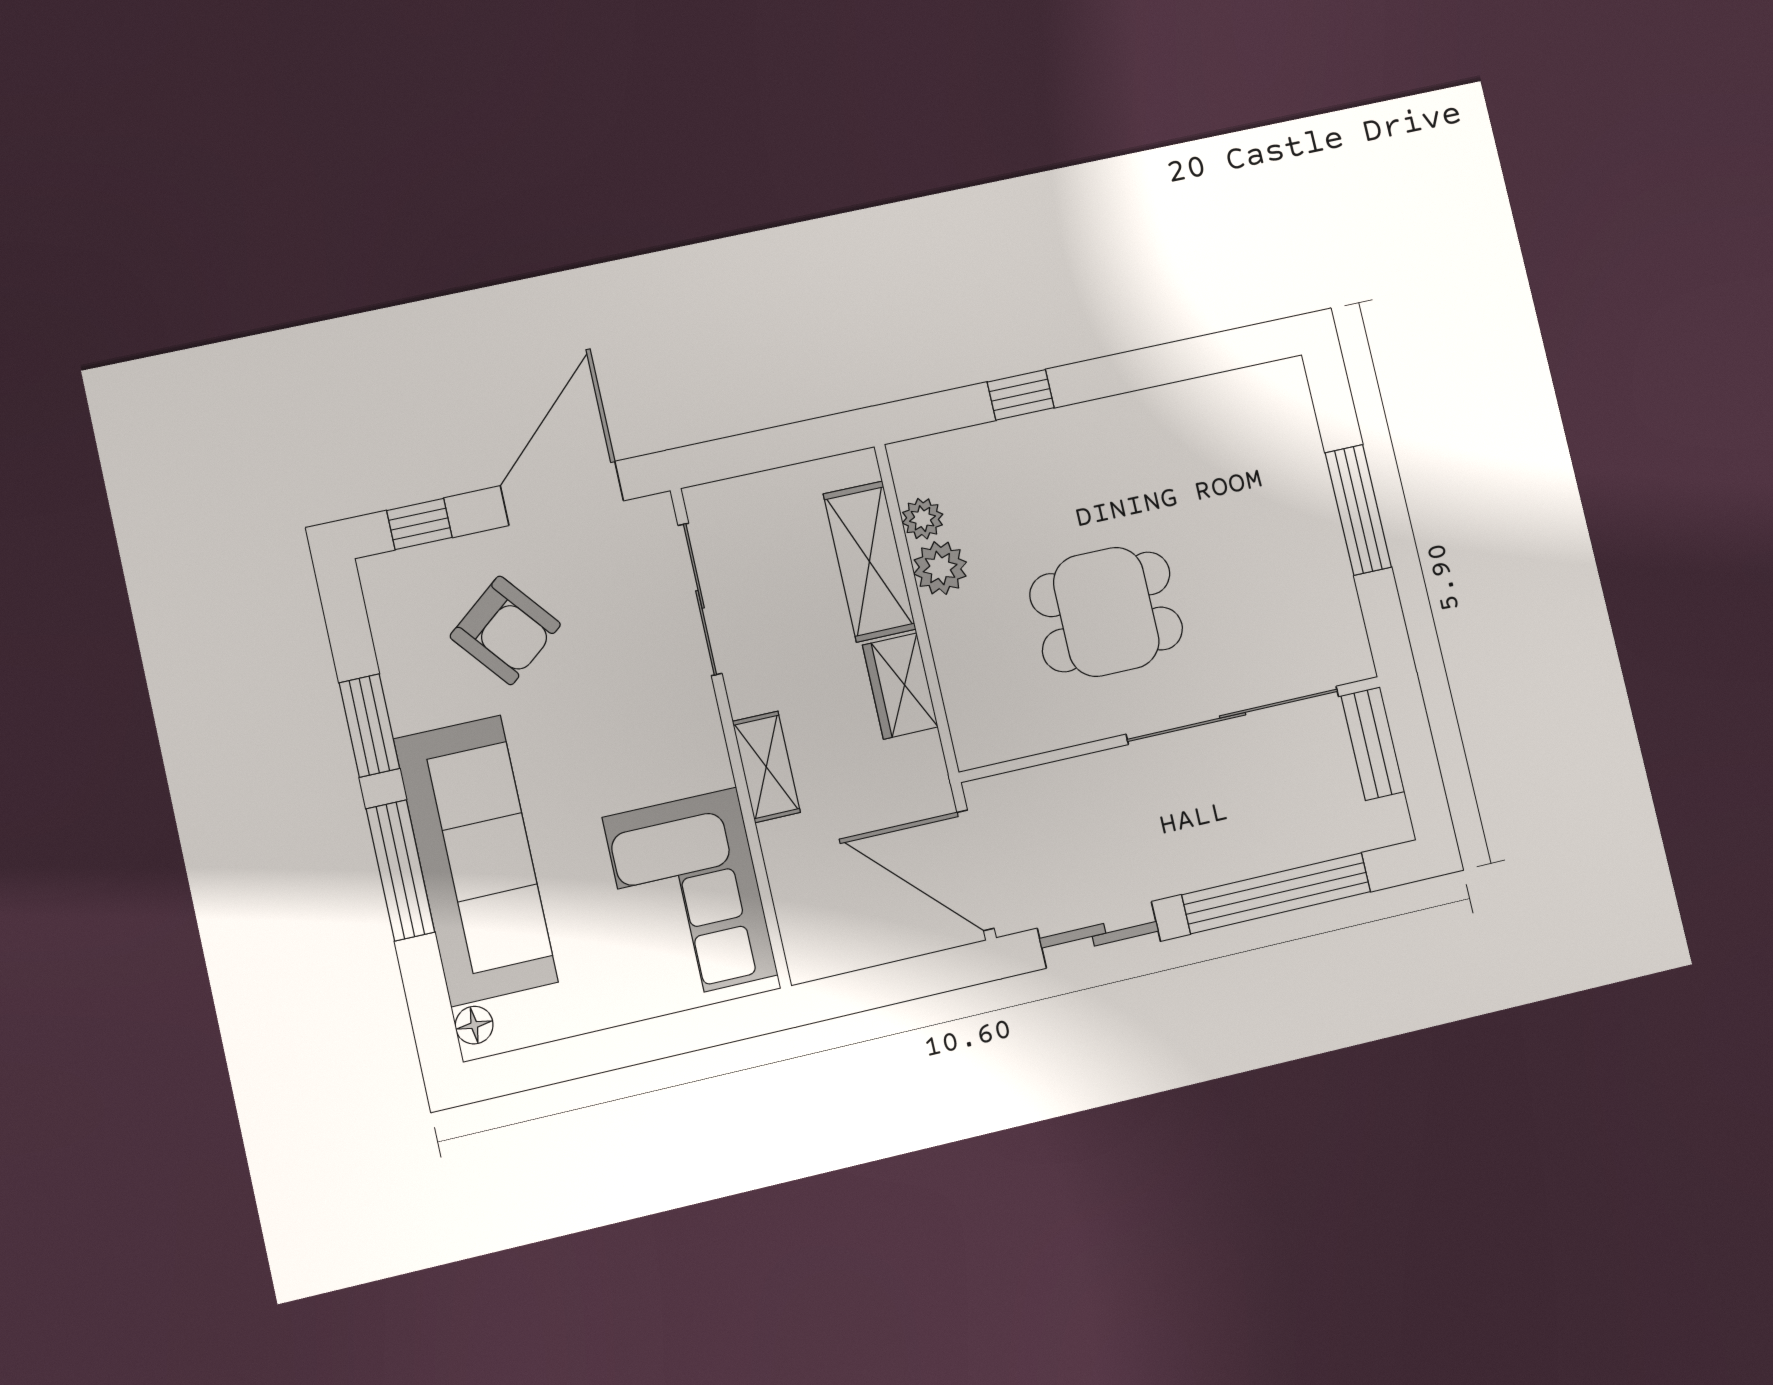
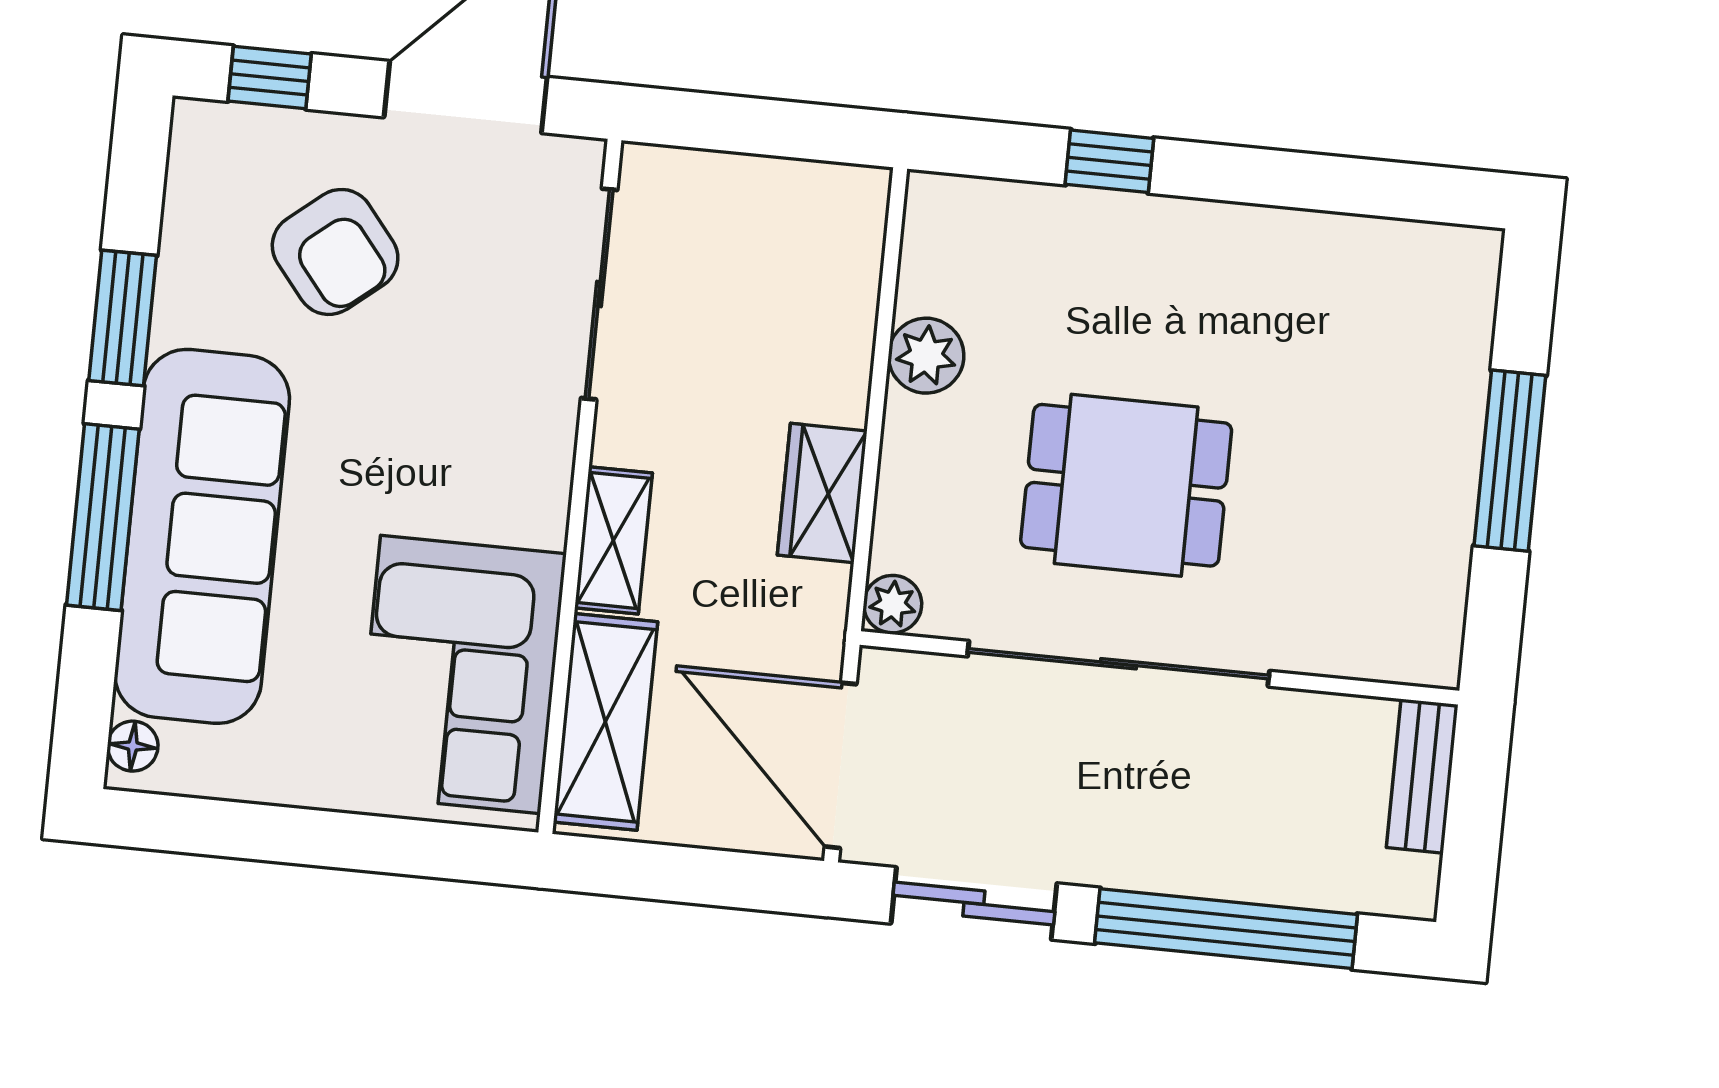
plant: (922, 519) -> (893, 604), moved
shelving: (869, 561) -> (605, 722), moved
sliding door: (1233, 715) -> (1118, 664), moved

